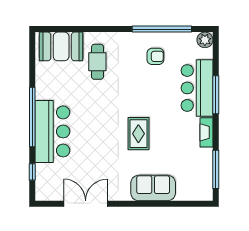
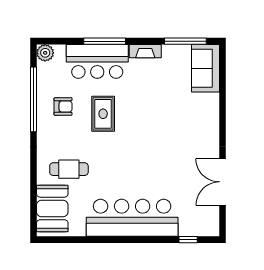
armchair: (155, 56) -> (63, 106), turned 90
window: (32, 117) -> (129, 240), removed
bar counter: (52, 131) -> (132, 218), width x1.36
rug: (138, 134) -> (103, 114), moved, turned 90
sofa: (153, 188) -> (205, 68), moved

